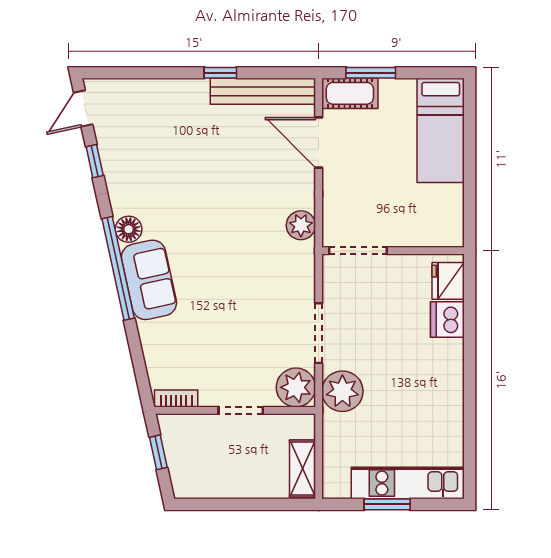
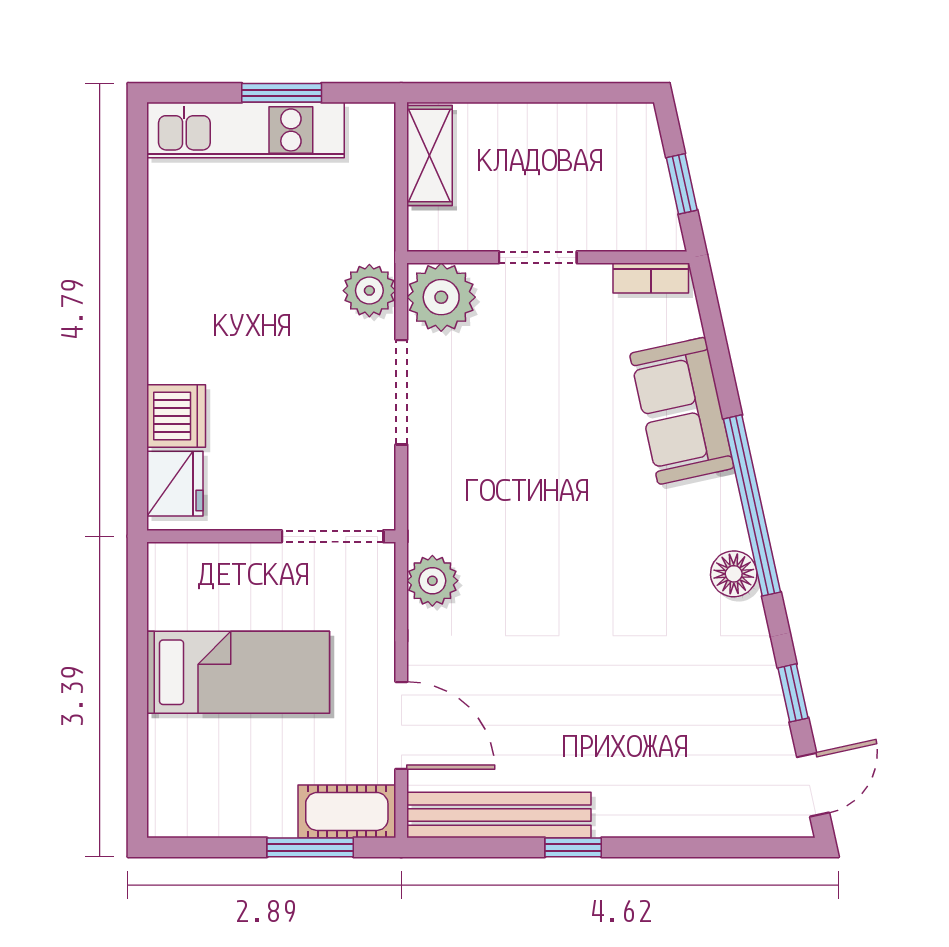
bed: (441, 130) -> (238, 672), moved, turned 90
sofa: (149, 280) -> (682, 411), moved
plant: (342, 391) -> (369, 291), width x0.73, depth x0.73

